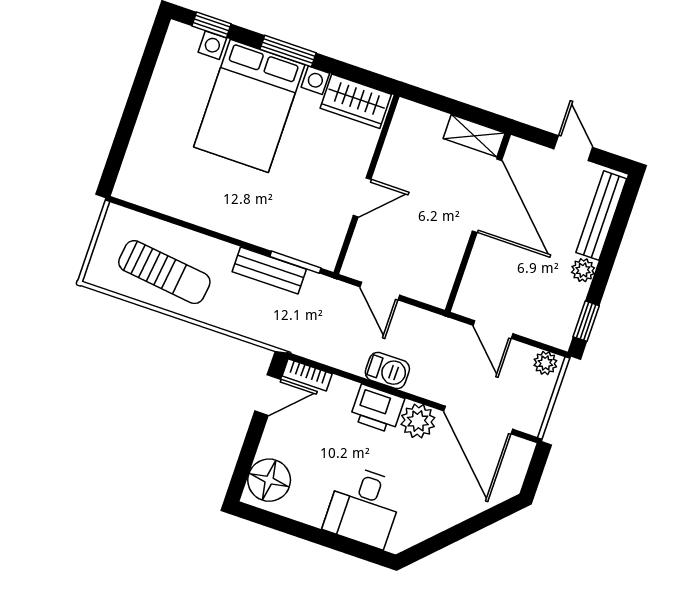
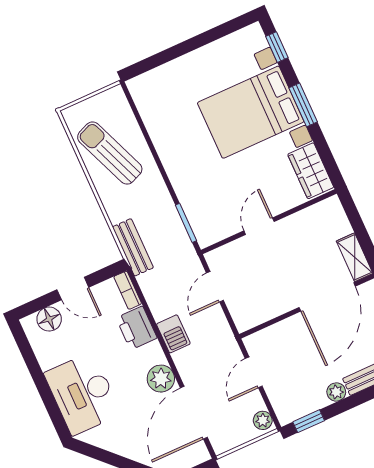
door: (362, 197) -> (259, 226), swing flipped
bench: (269, 270) -> (133, 247), moved
sun lounger: (164, 272) -> (110, 153), turned 151
door: (268, 395) -> (73, 288), moved
printer: (377, 409) -> (137, 328), moved
floor lamp: (269, 480) -> (49, 319), width x0.73, depth x0.73
desk: (364, 507) -> (83, 394), width x1.37

